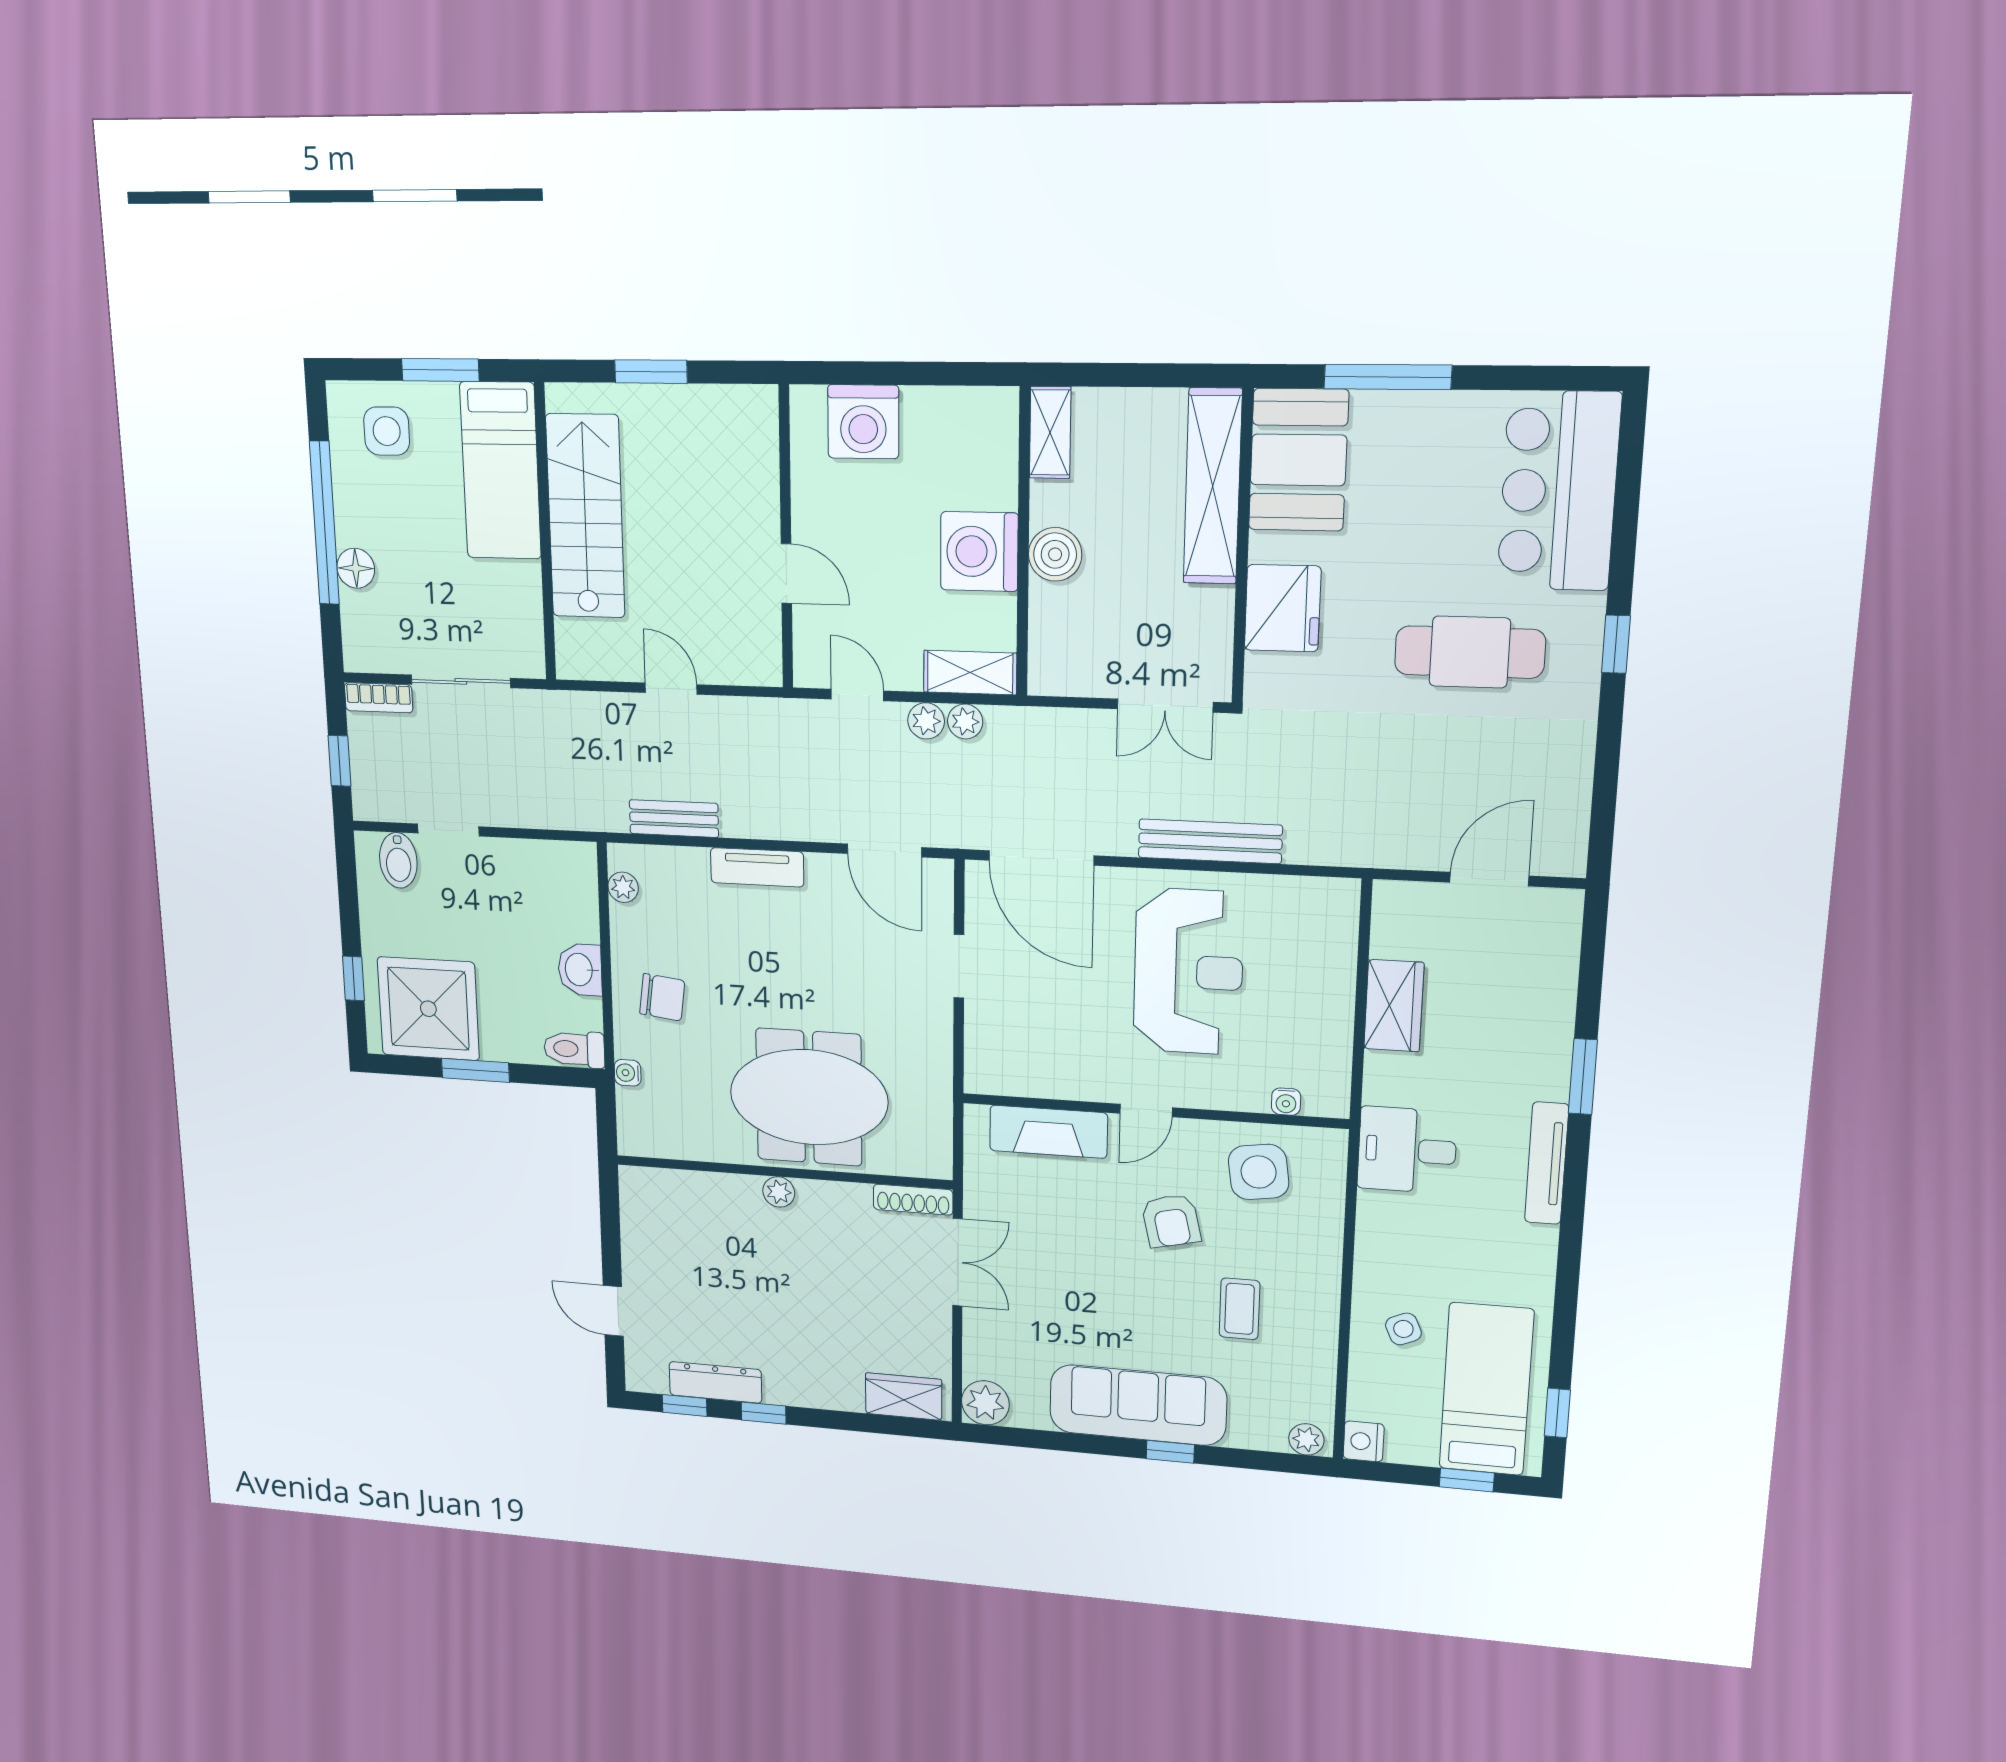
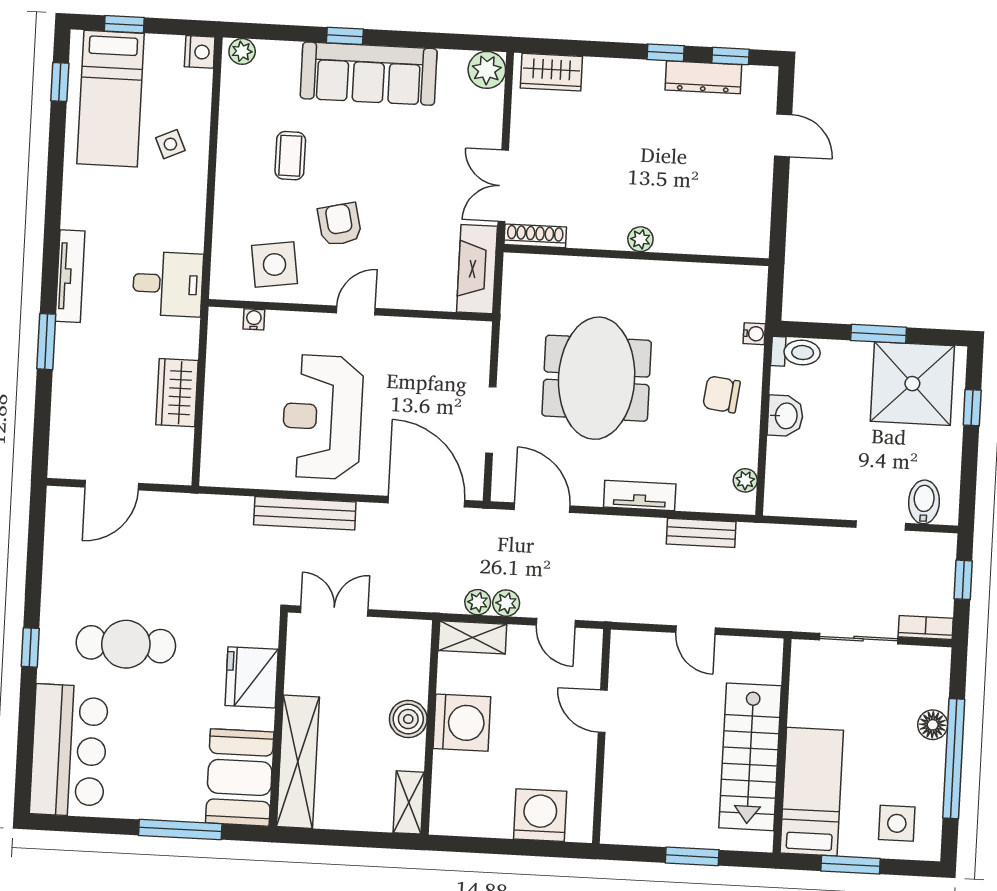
doorway: (959, 966) -> (491, 420), width x1.38
meeting table: (809, 1097) -> (597, 378), moved, turned 90
fireplace: (1048, 1132) -> (477, 269), moved, turned -90

